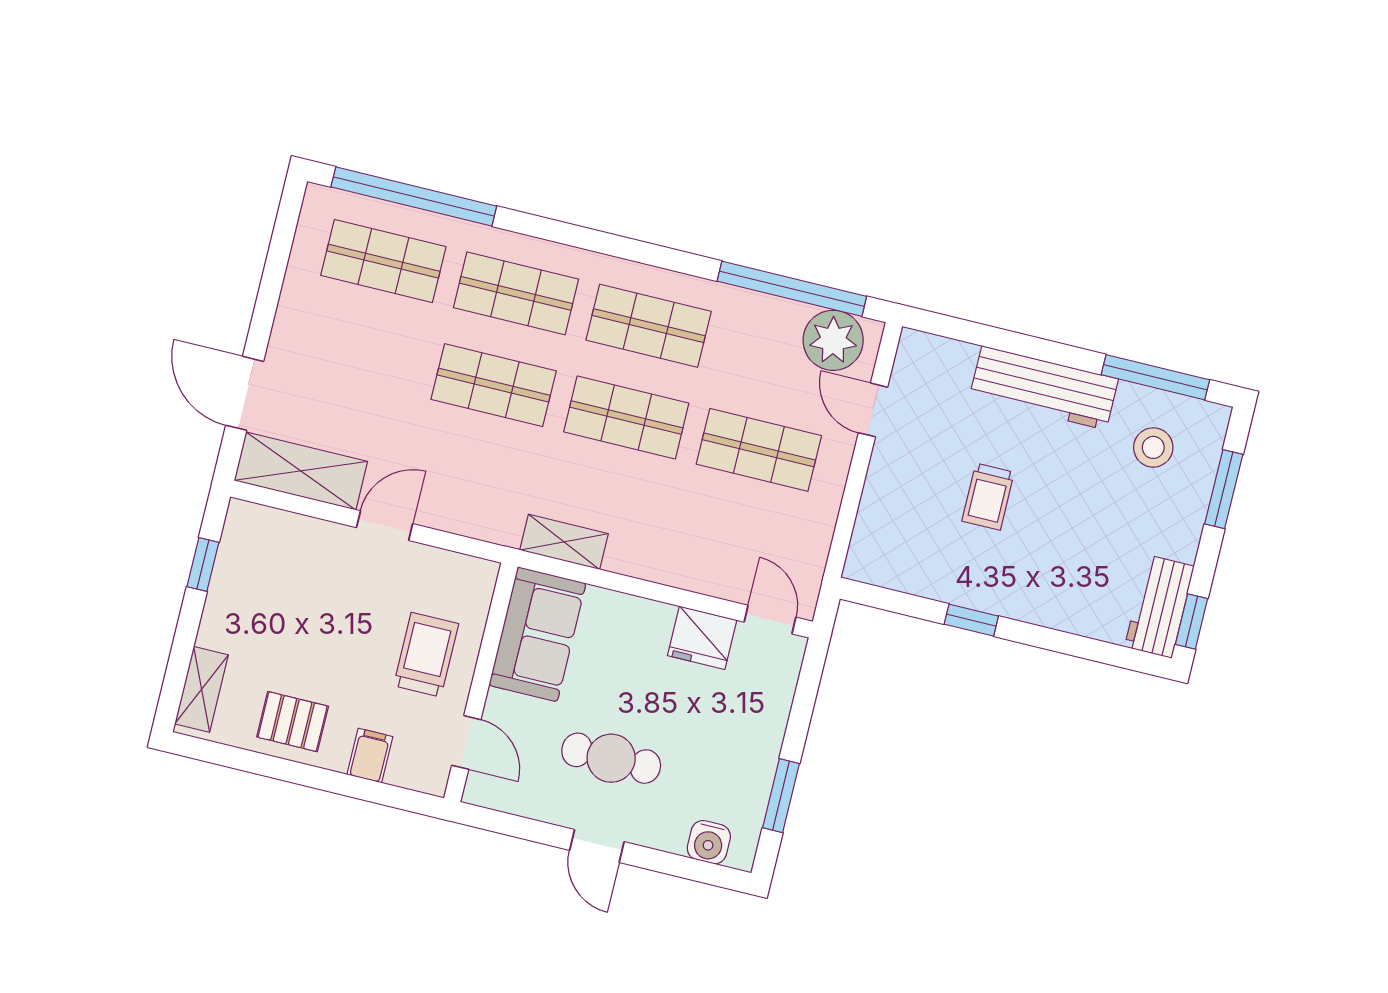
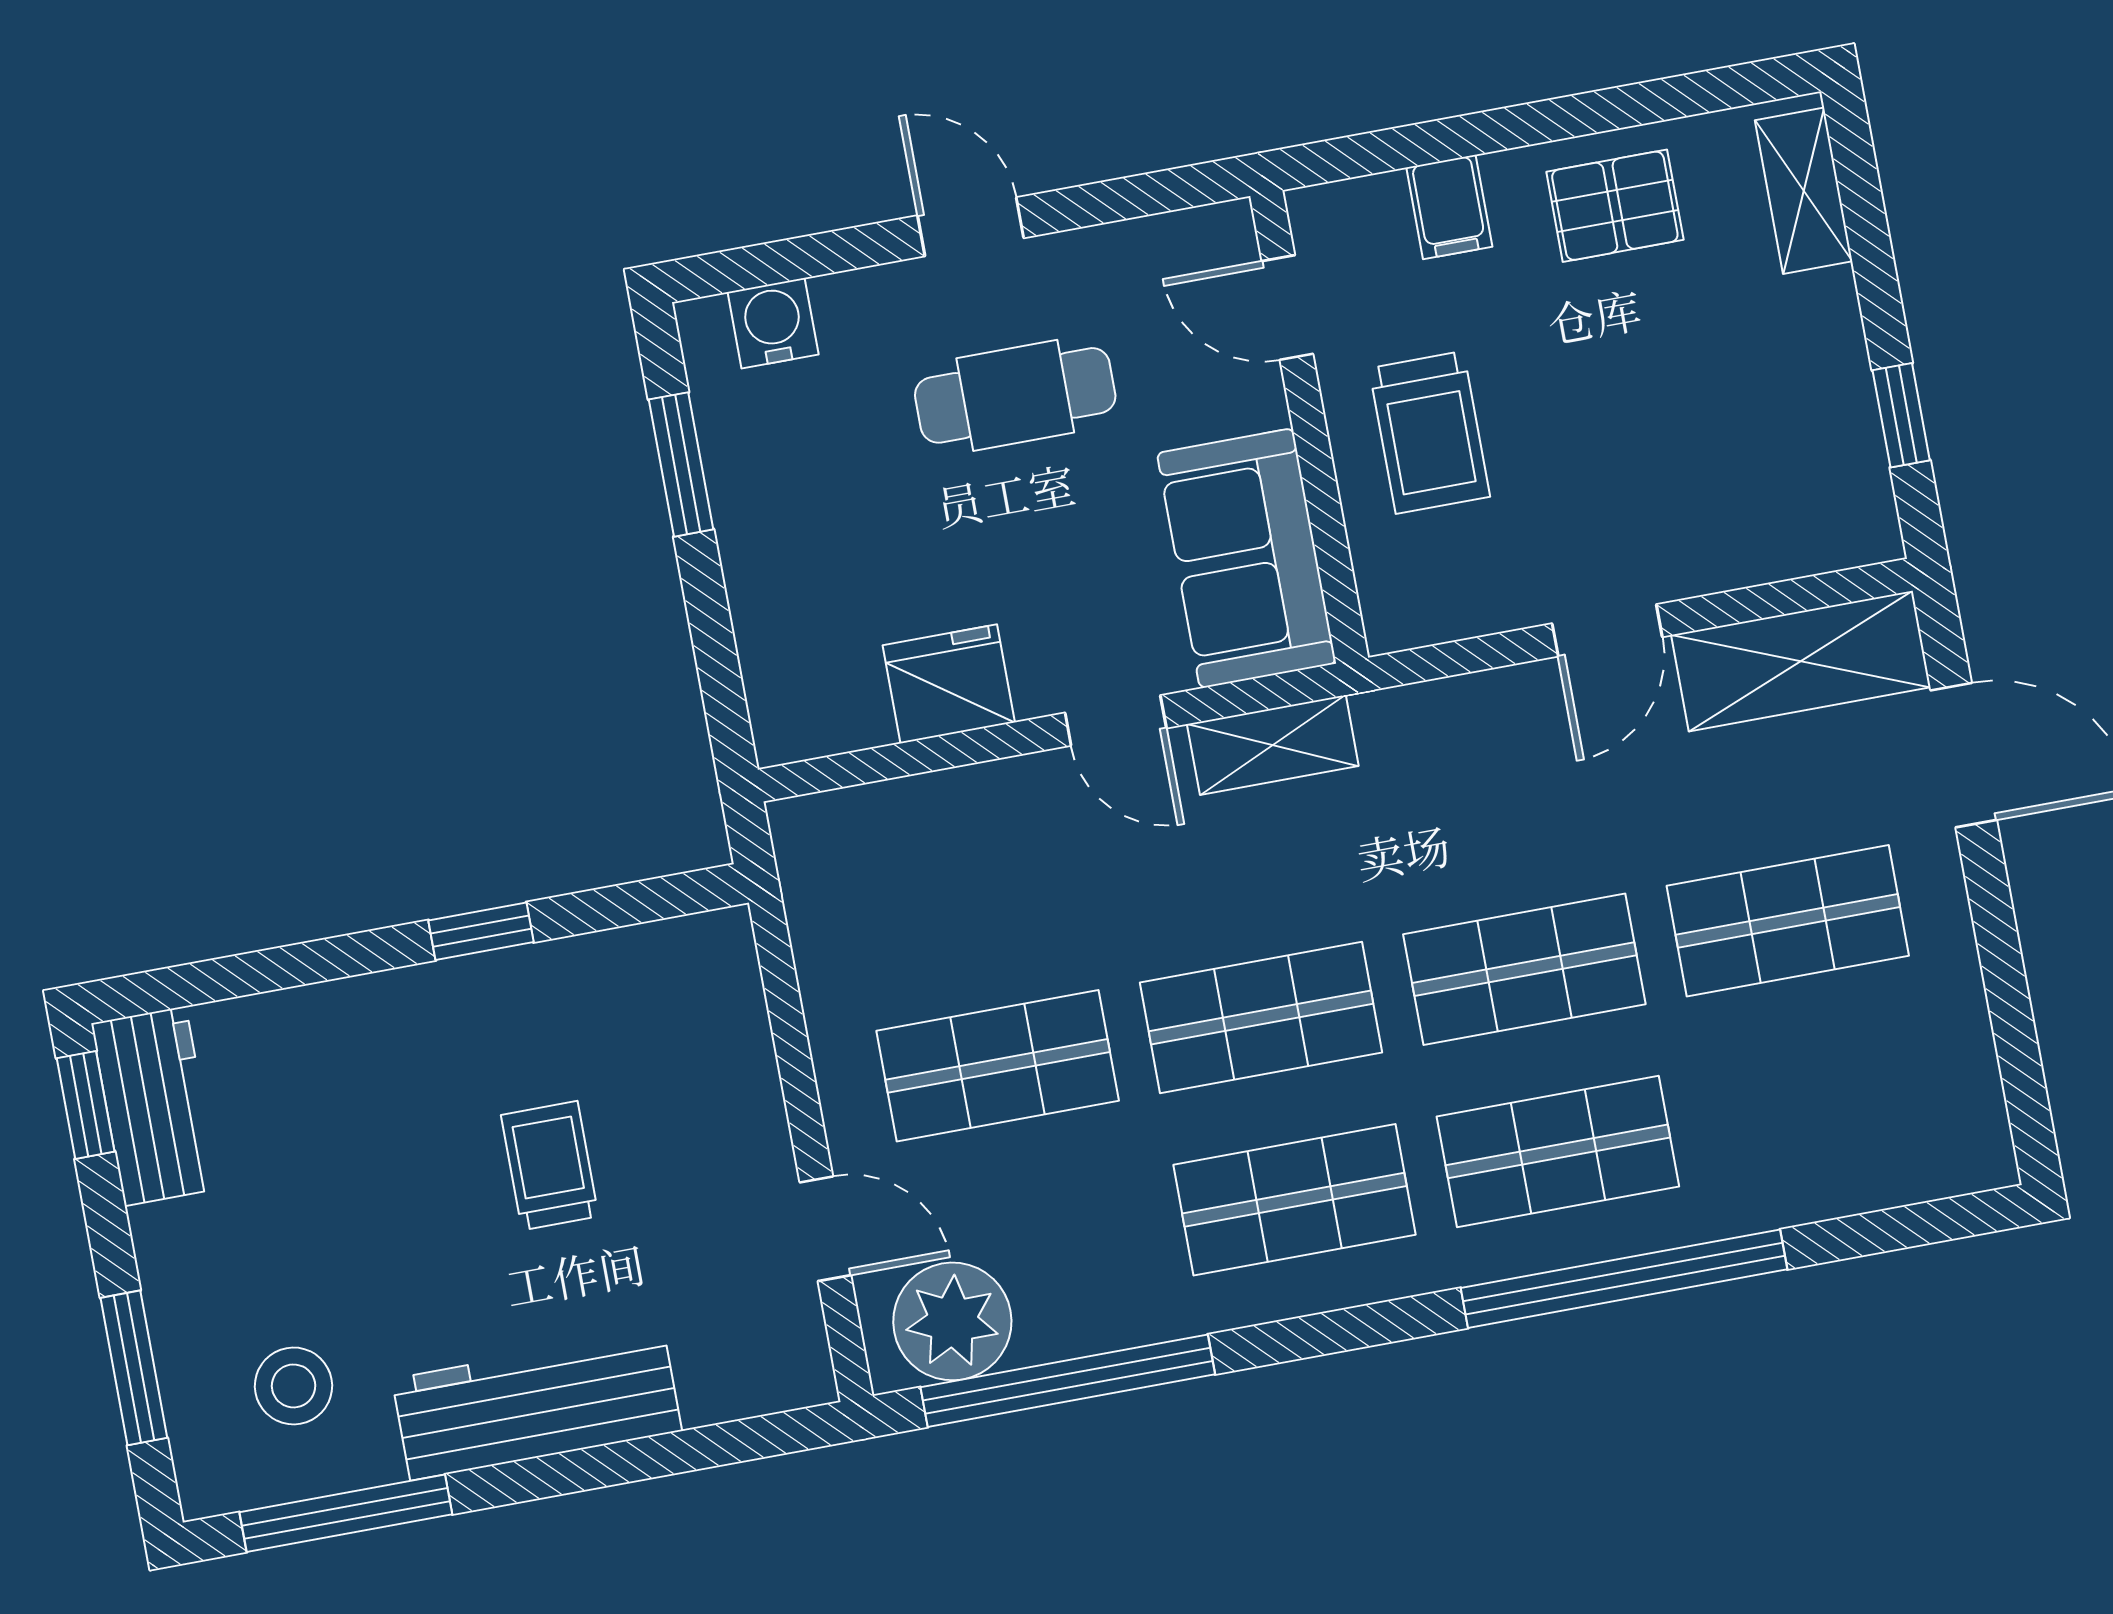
window: (414, 197) -> (1624, 1279), moved
shop shelf: (383, 261) -> (1788, 921), moved
door: (770, 620) -> (1116, 720), moved

